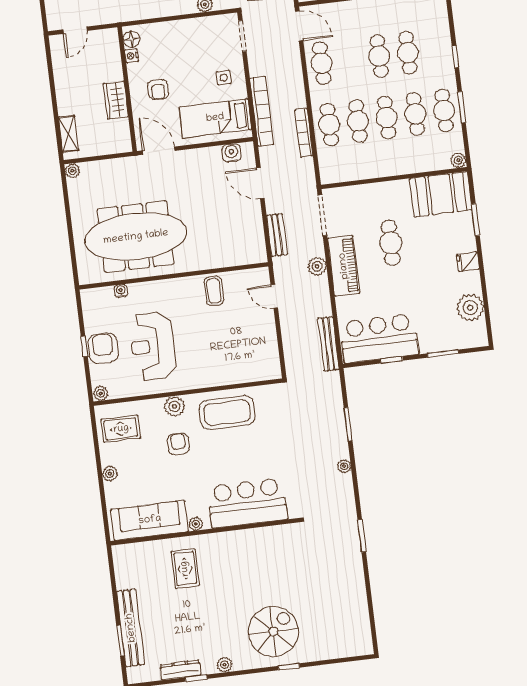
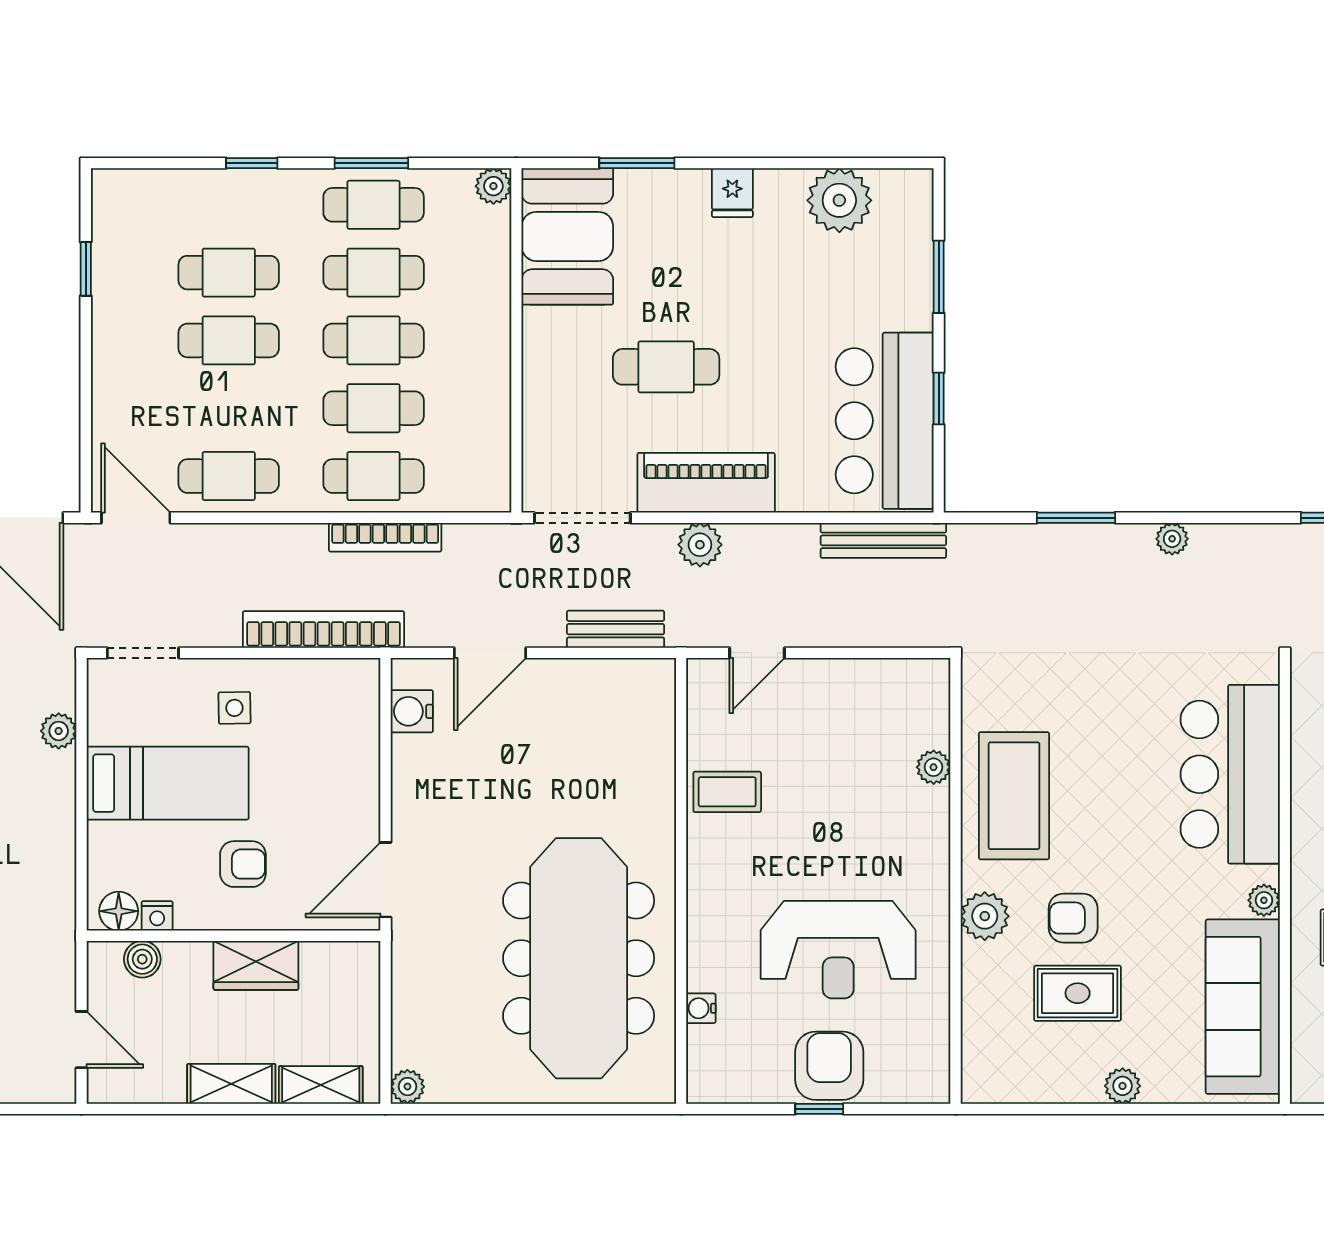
door: (299, 26) -> (136, 518), hinge flipped
boiler: (112, 52) -> (142, 959), added
shelving: (64, 96) -> (231, 1084), added
bed: (215, 118) -> (168, 783), moved, turned -90
armchair: (103, 348) -> (829, 1066), turned 90
plant: (101, 393) -> (934, 767), moved
rug: (121, 429) -> (1078, 993), moved, turned 90

